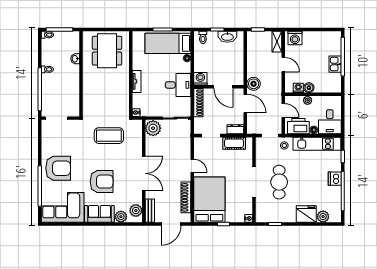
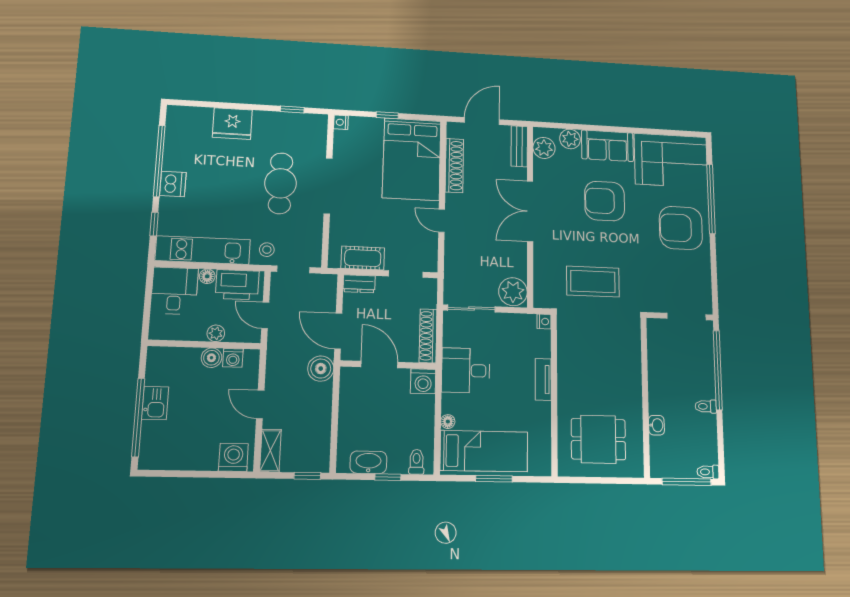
dining table: (107, 51) -> (598, 439), width x0.73
plant: (323, 217) -> (201, 117), removed

